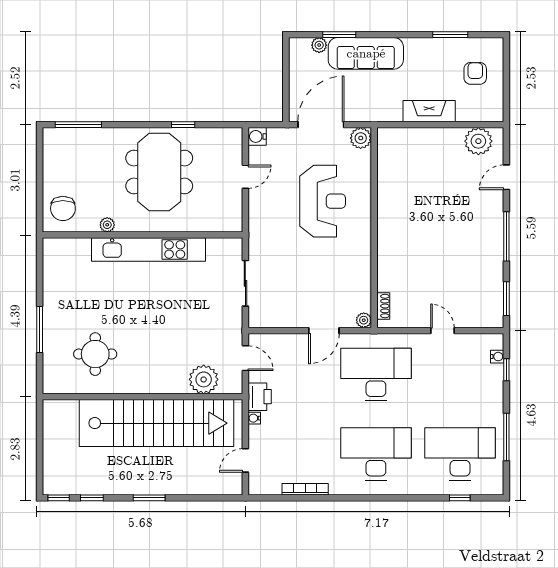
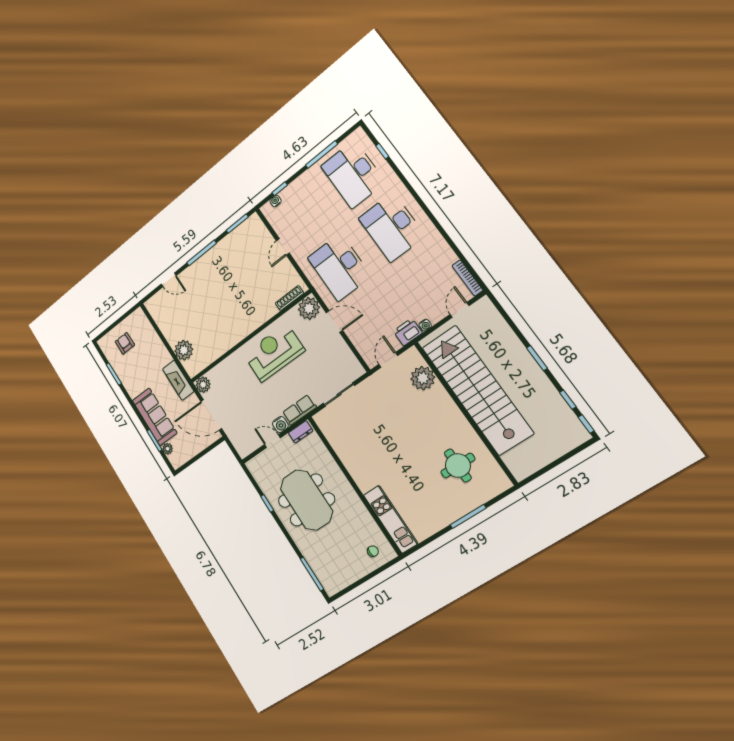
armchair: (475, 73) -> (125, 343), turned 90
fireplace: (429, 111) -> (178, 380), moved
water cooler: (257, 136) -> (280, 424), moved
plant: (478, 141) -> (184, 350), moved
meeting table: (159, 172) -> (306, 500), turned 90
reception desk: (323, 201) -> (274, 353), moved
chair: (63, 208) -> (373, 551), width x0.54, depth x0.54
dresser: (234, 215) -> (301, 432), added
plant: (107, 225) -> (363, 513), removed
row of seats: (258, 230) -> (299, 410), added
kitchen unit: (149, 250) -> (390, 519), moved, width x0.73
shoe rack: (383, 306) -> (289, 298), width x1.43
plant: (364, 320) -> (309, 308), width x1.88, depth x1.88
door: (245, 460) -> (459, 310), swing flipped
bookcase: (305, 489) -> (467, 278), moved

